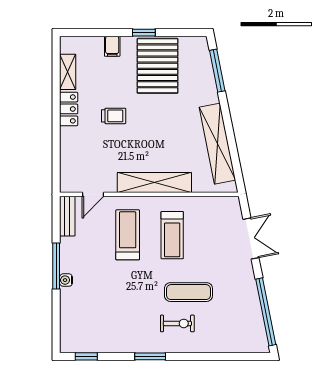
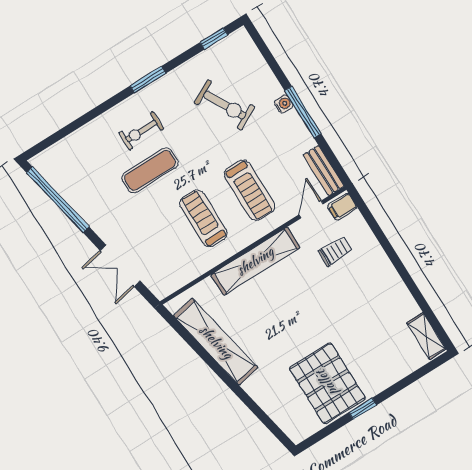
filing cabinet: (112, 46) -> (342, 207), moved, turned -90
window: (217, 71) -> (263, 417), removed
shelving: (68, 72) -> (426, 336), moved
locker: (69, 109) -> (391, 282), removed
trolley: (114, 116) -> (335, 251), moved, turned 180
exercise bike: (108, 305) -> (225, 105), added

